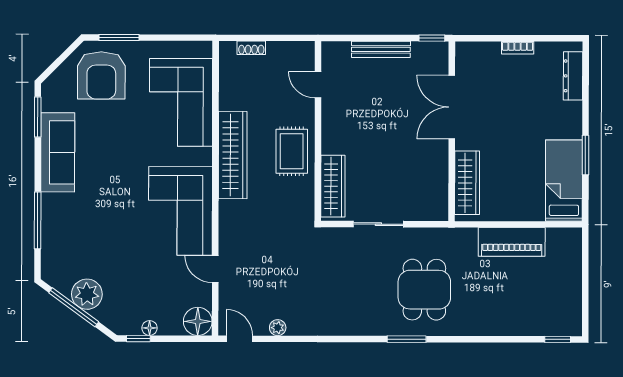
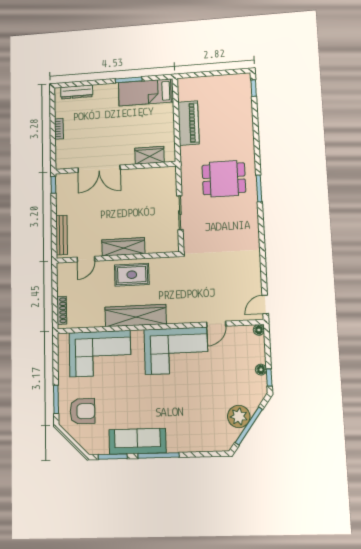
shoe rack: (251, 48) -> (62, 310), width x1.43
bench: (381, 49) -> (62, 235), moved
armchair: (101, 75) -> (82, 411), width x0.73, depth x0.73
wardrobe: (467, 183) -> (150, 155), width x0.67
wardrobe: (333, 186) -> (123, 247), moved
window: (38, 220) -> (159, 455), moved
floor lamp: (198, 321) -> (259, 330), width x0.53, depth x0.53
plant: (278, 328) -> (256, 278), removed

